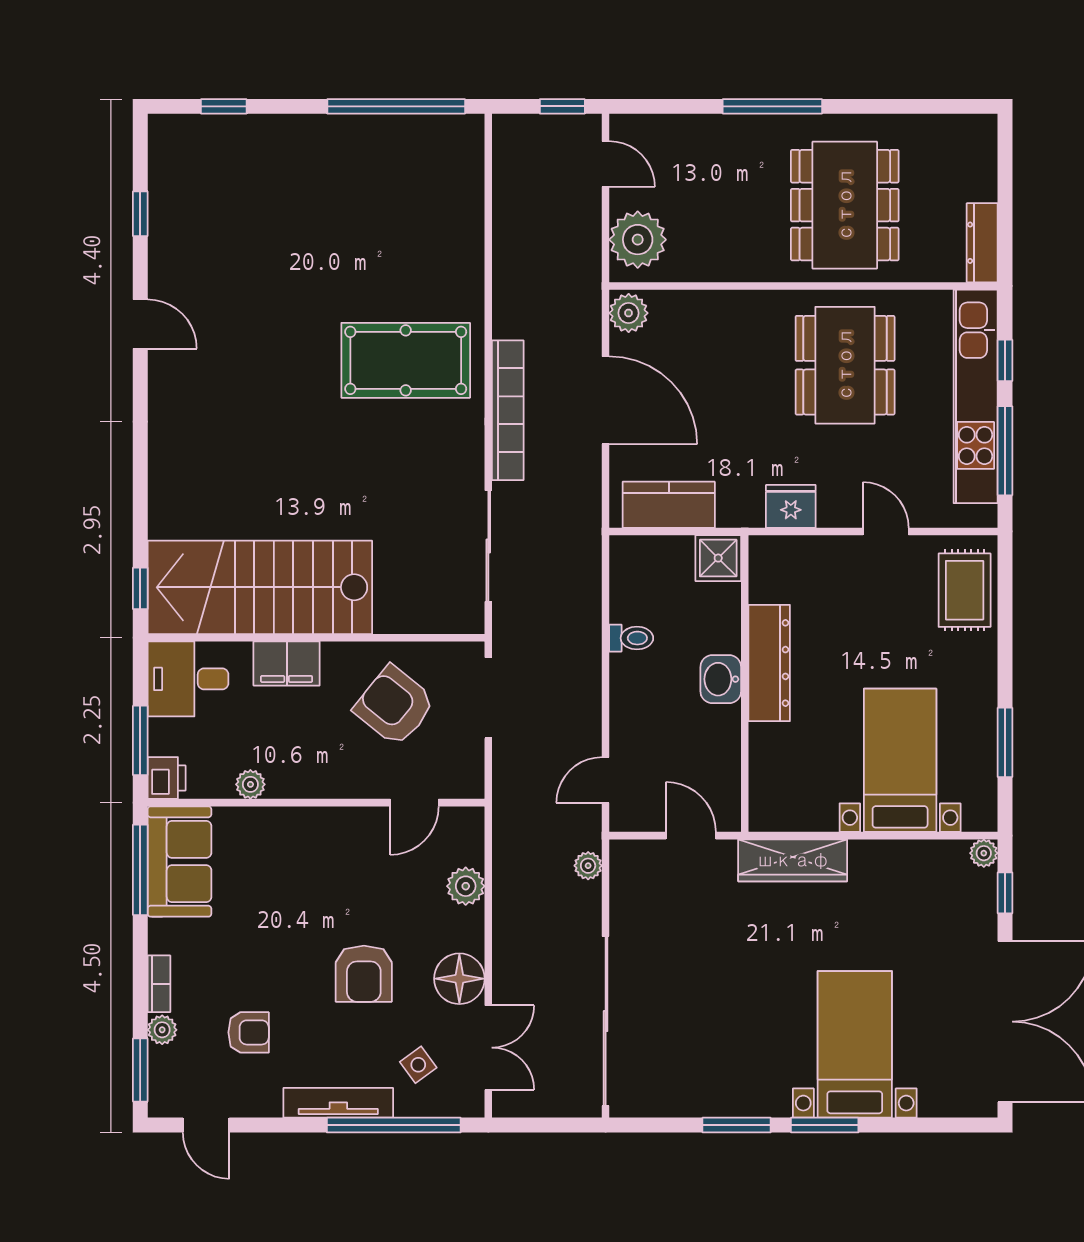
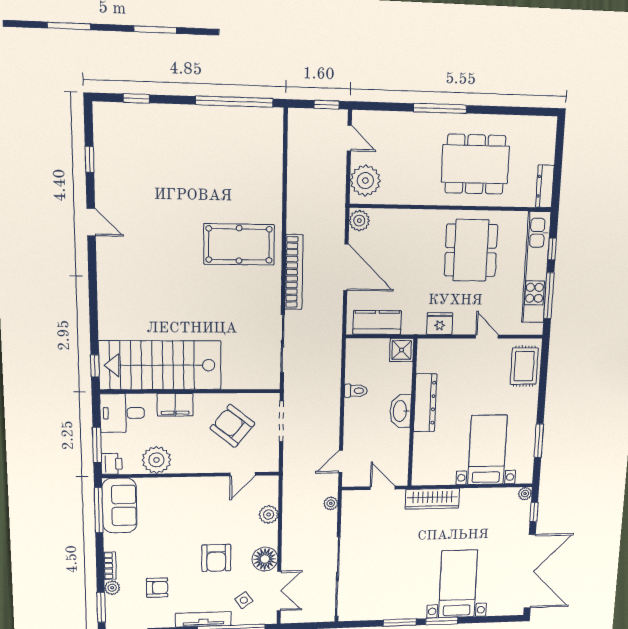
dining table: (845, 205) -> (475, 164), turned 90
washbasin: (721, 679) -> (400, 411), width x1.38
plant: (250, 784) -> (156, 460), width x1.88, depth x1.88

